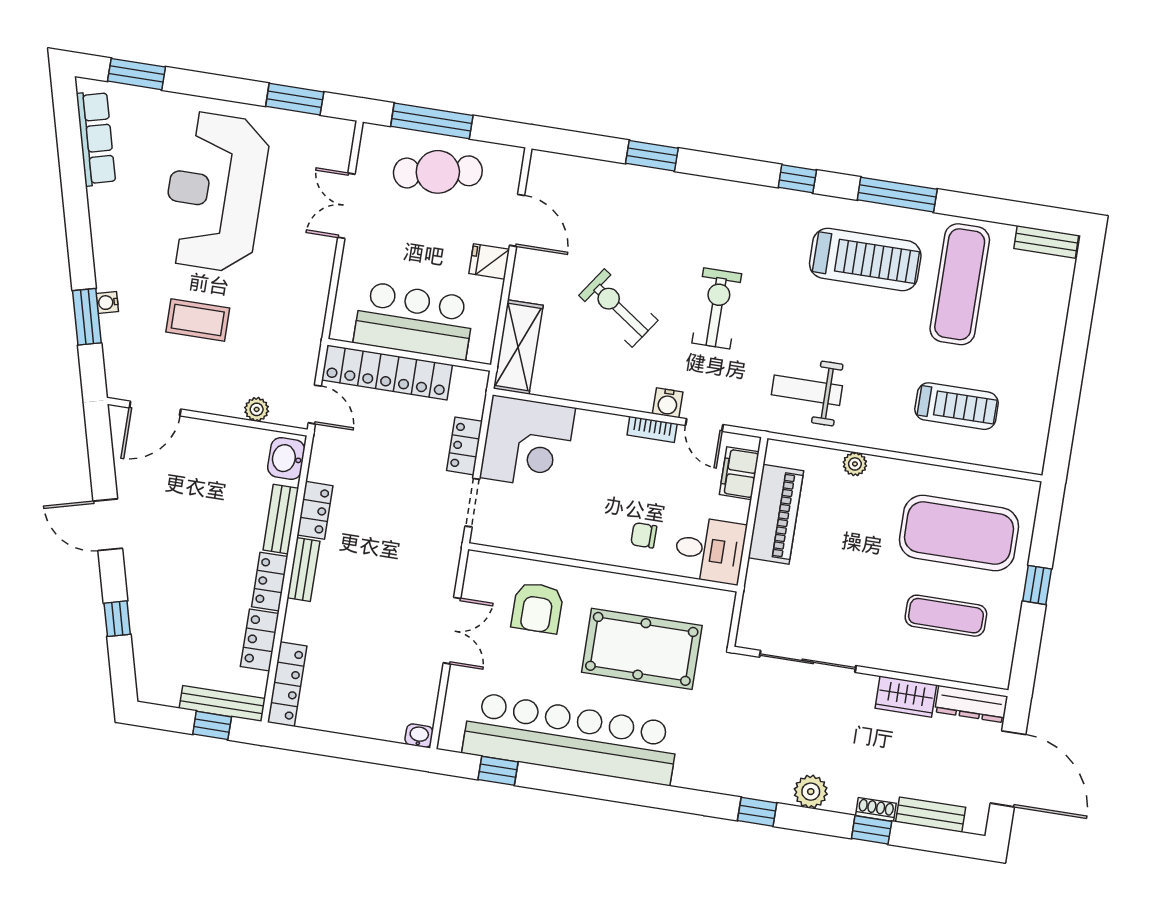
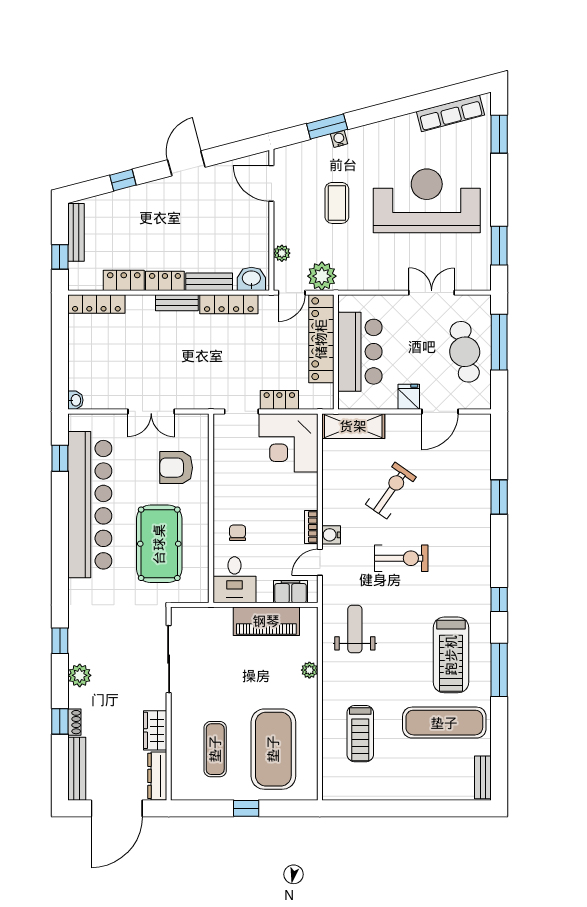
plant: (298, 358) -> (322, 276), added
locker: (315, 510) -> (229, 304), width x1.53
bench: (222, 703) -> (76, 232), moved
bench: (931, 815) -> (77, 769), width x1.36

